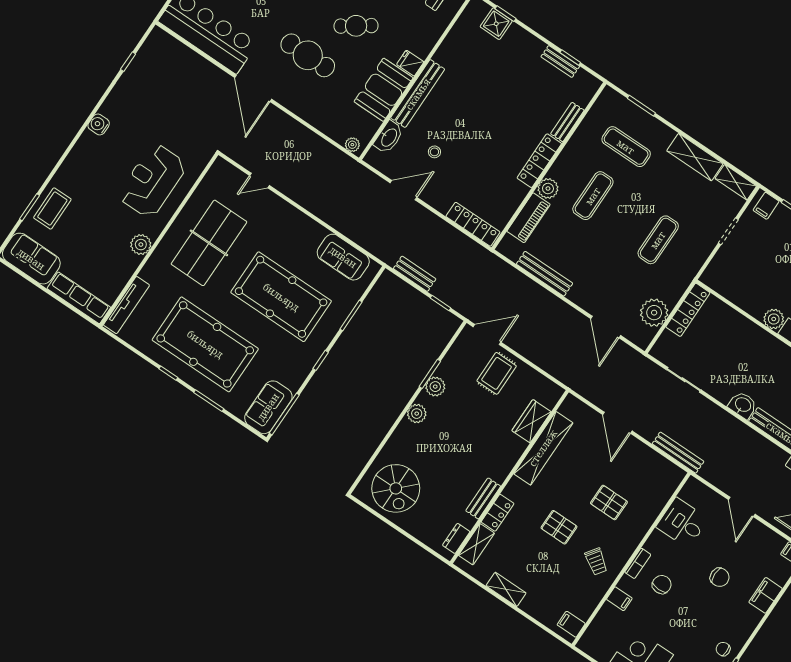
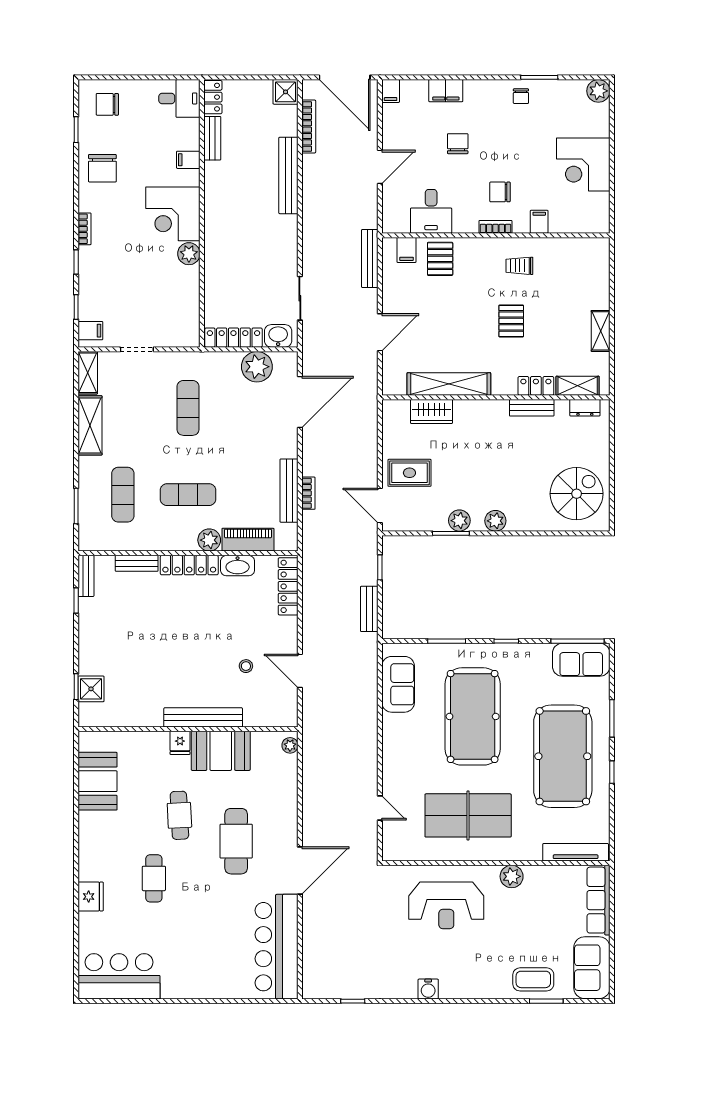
cafe table: (356, 26) -> (179, 815), turned 32
bench: (560, 61) -> (86, 576), moved
washbasin: (389, 137) -> (238, 566), moved, turned 180
exercise mat: (658, 240) -> (188, 408), turned 90
bookcase: (533, 287) -> (308, 493), added
door: (606, 327) -> (300, 402), width x1.36
washbasin: (743, 405) -> (278, 336), moved, turned 90
pallet: (609, 502) -> (440, 259), moved
trolley: (596, 562) -> (519, 266), turned -125
filing cabinet: (571, 624) -> (407, 250), moved

